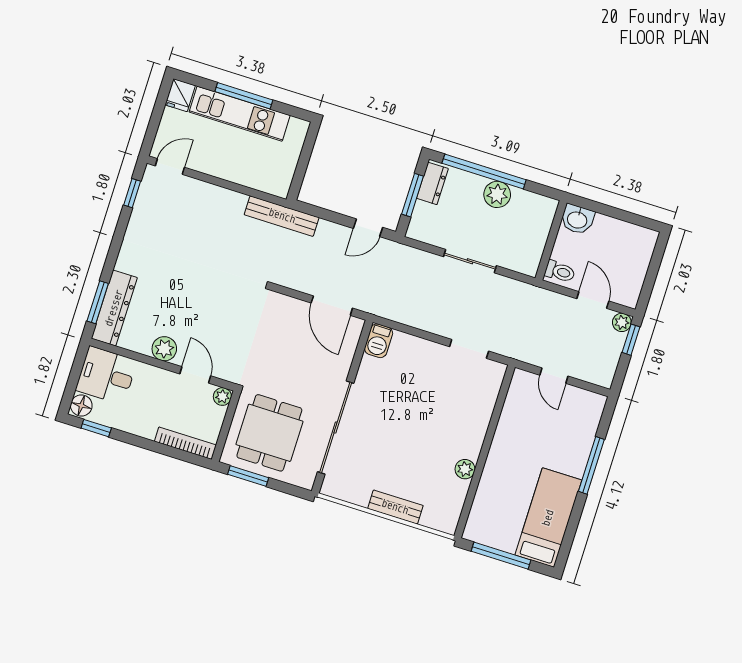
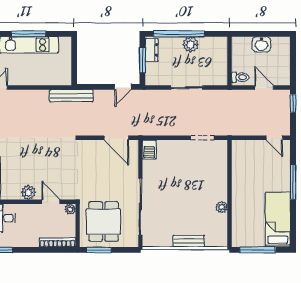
washbasin: (577, 219) -> (261, 44), moved
plant: (622, 322) -> (285, 95), removed
door: (554, 376) -> (274, 138), moved

